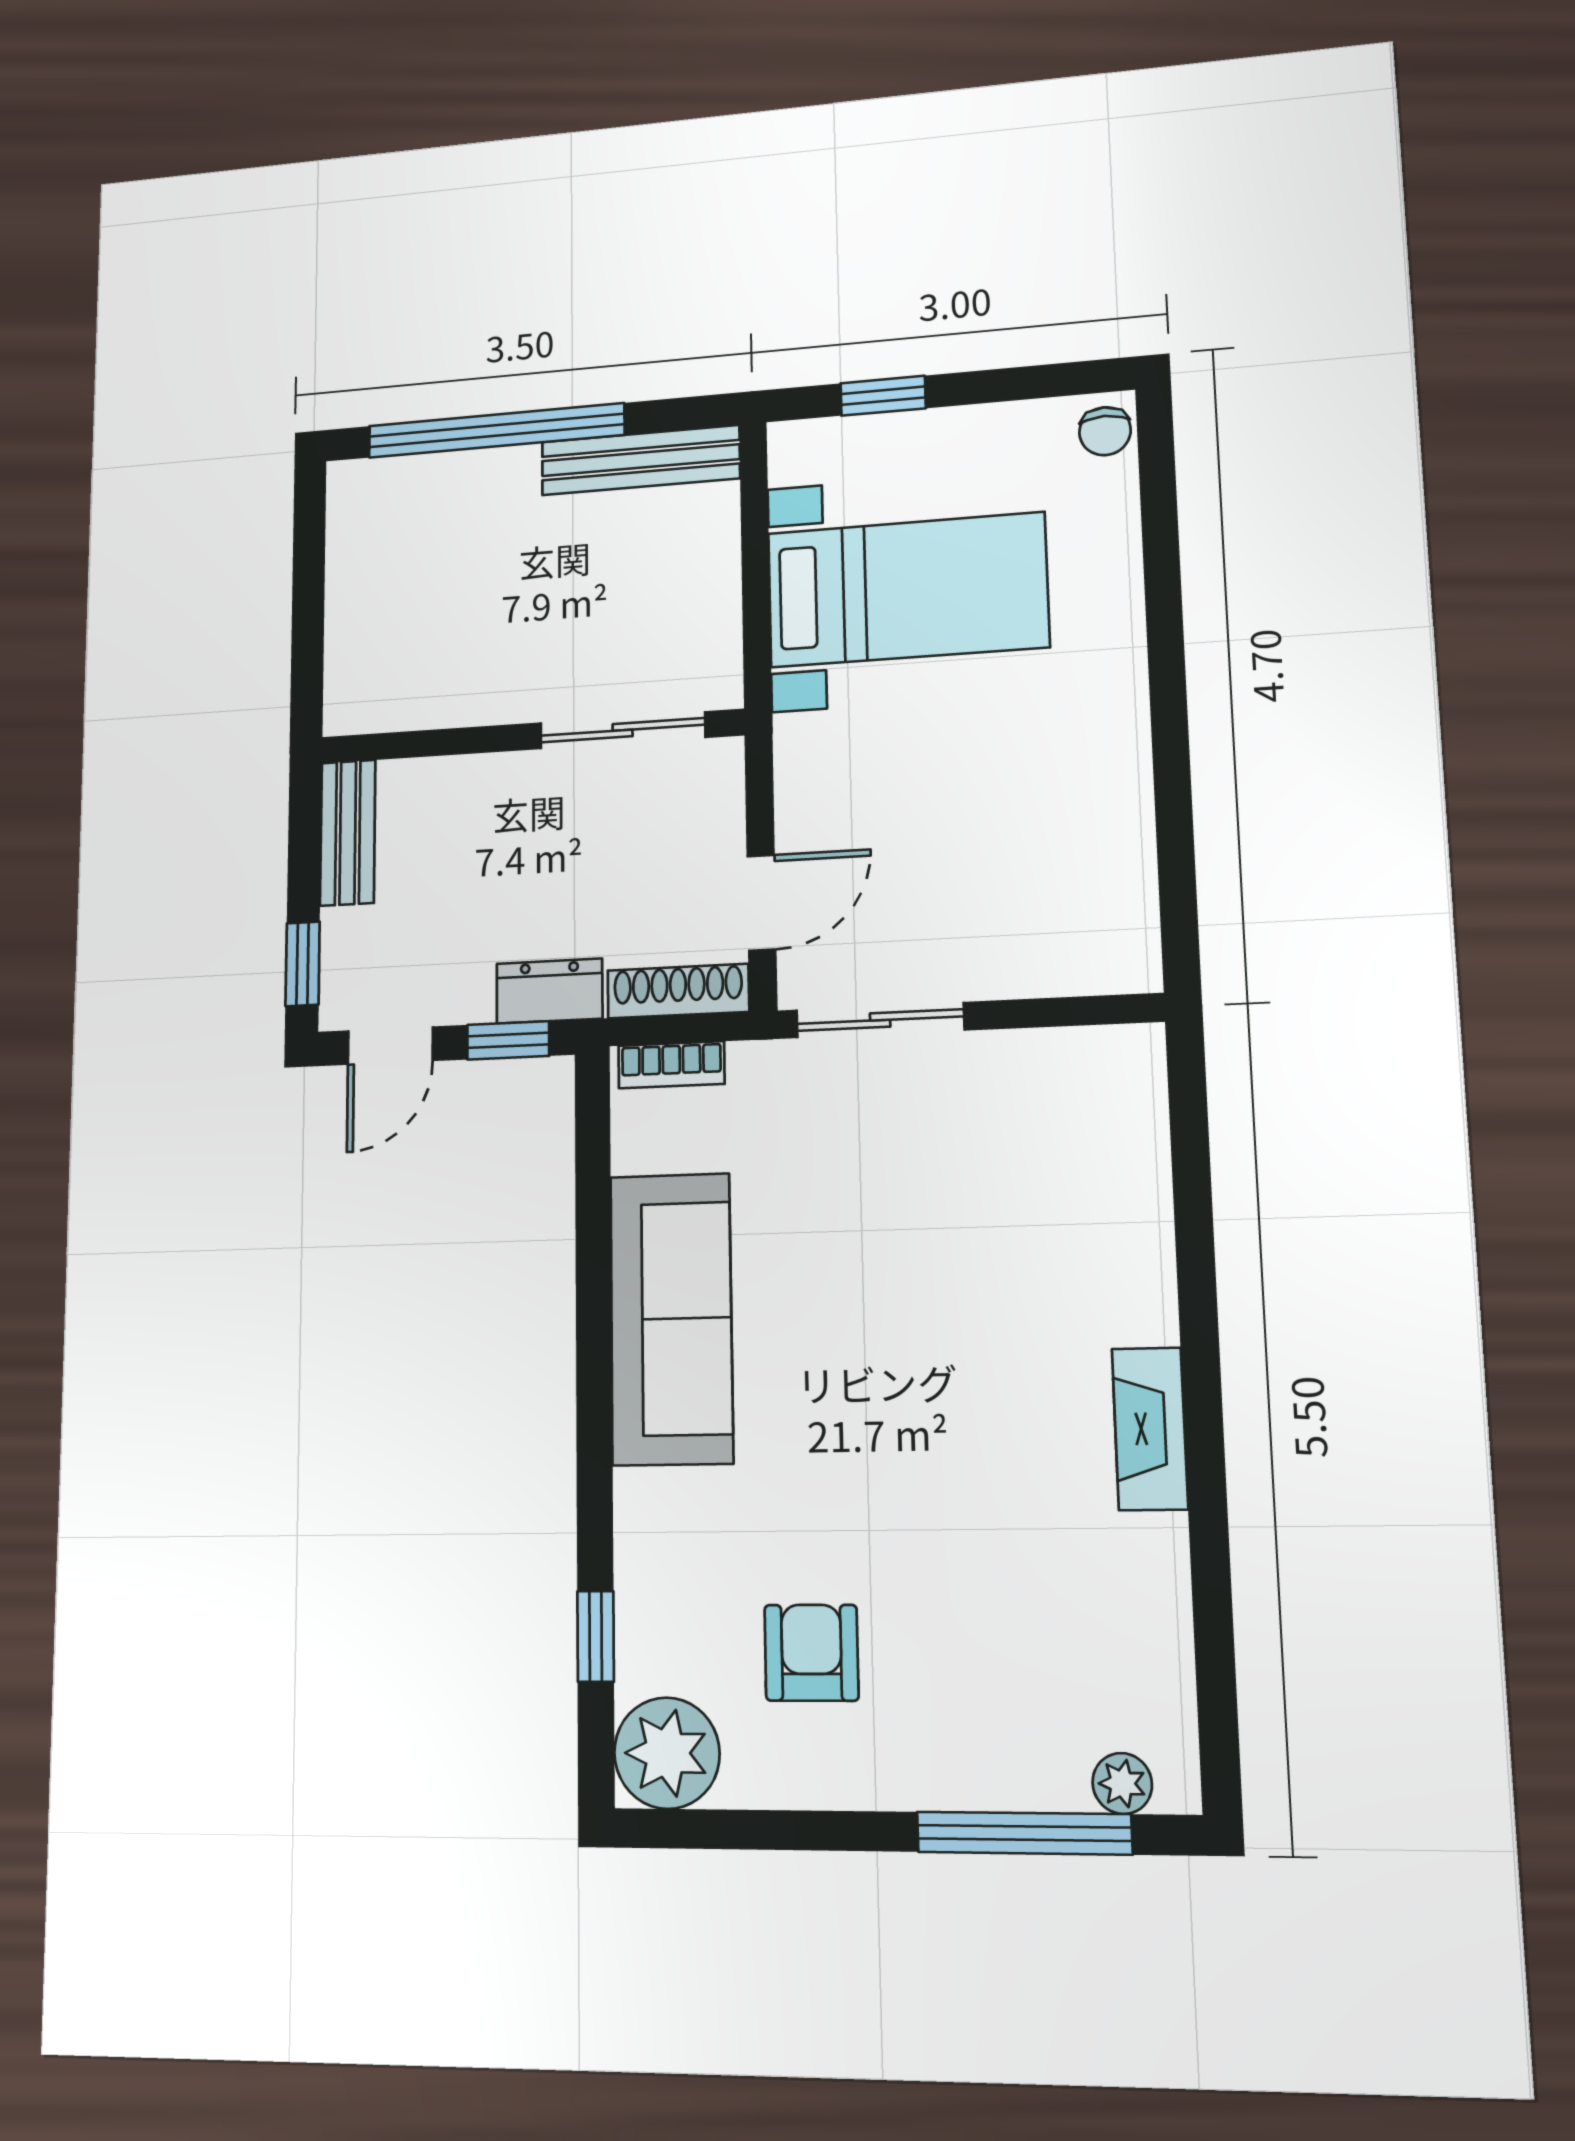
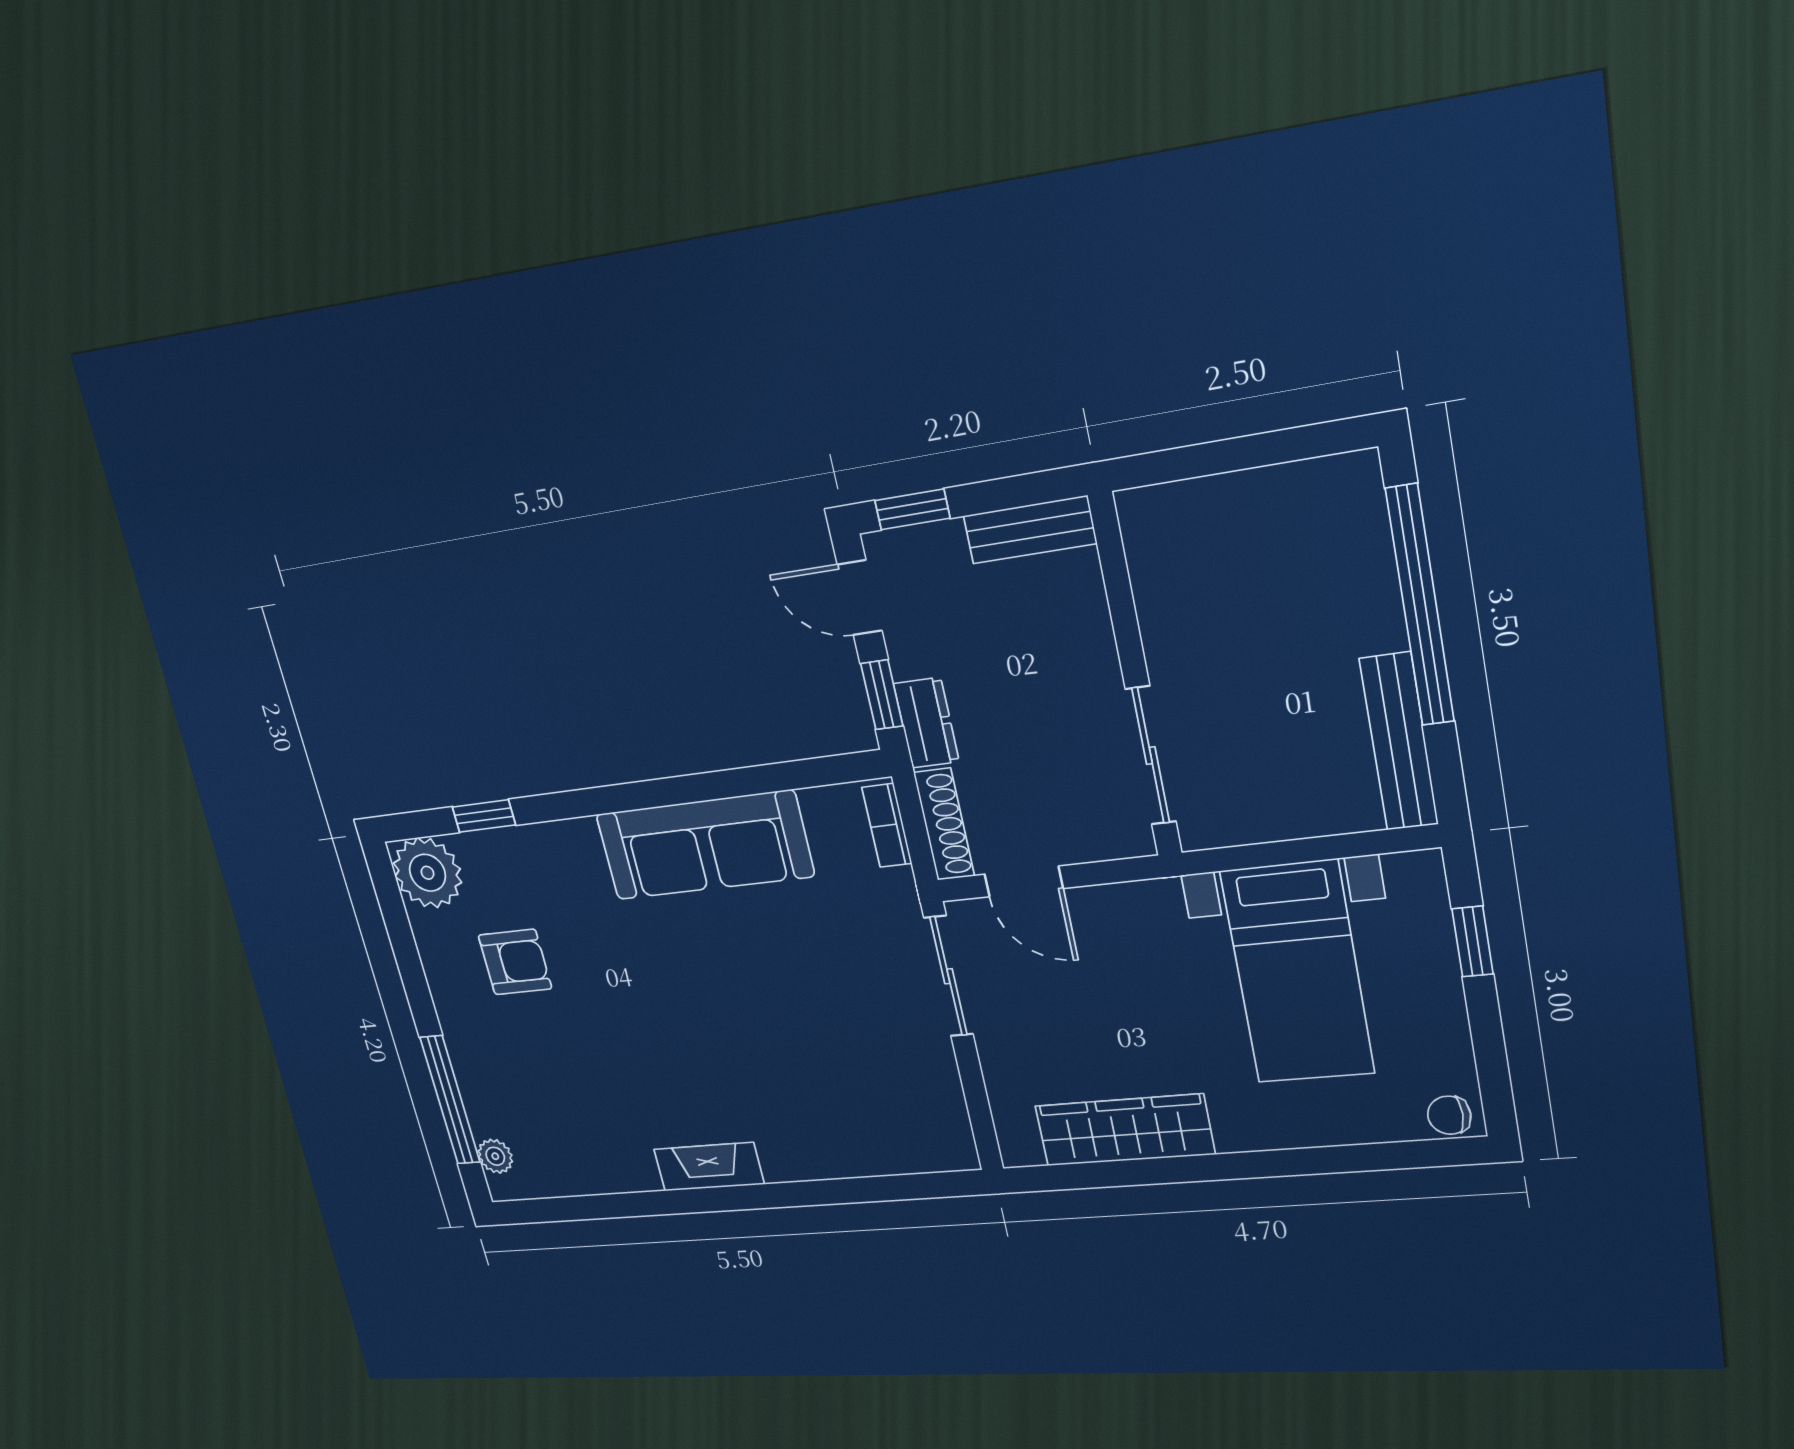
wardrobe: (1111, 822) -> (1125, 1130), added

